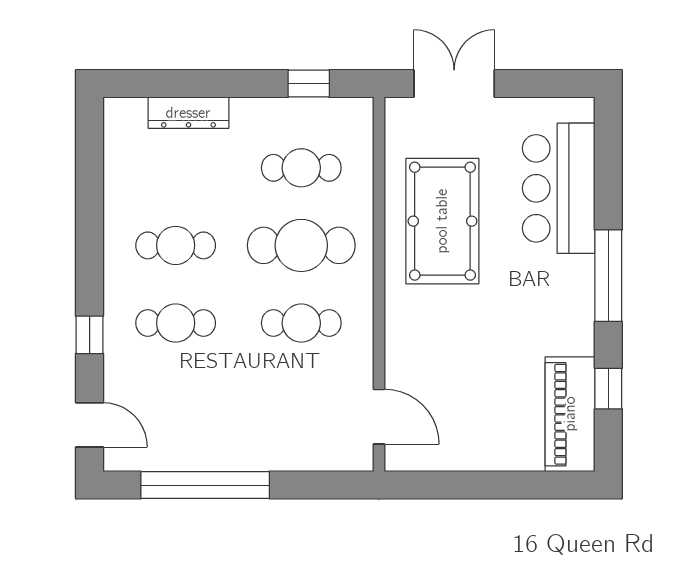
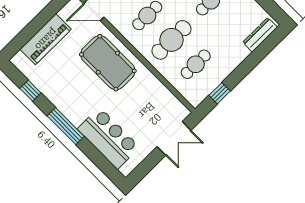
dresser: (188, 113) -> (260, 35), moved
pool table: (442, 221) -> (108, 63), moved
piano: (570, 414) -> (46, 39), moved, turned 90

